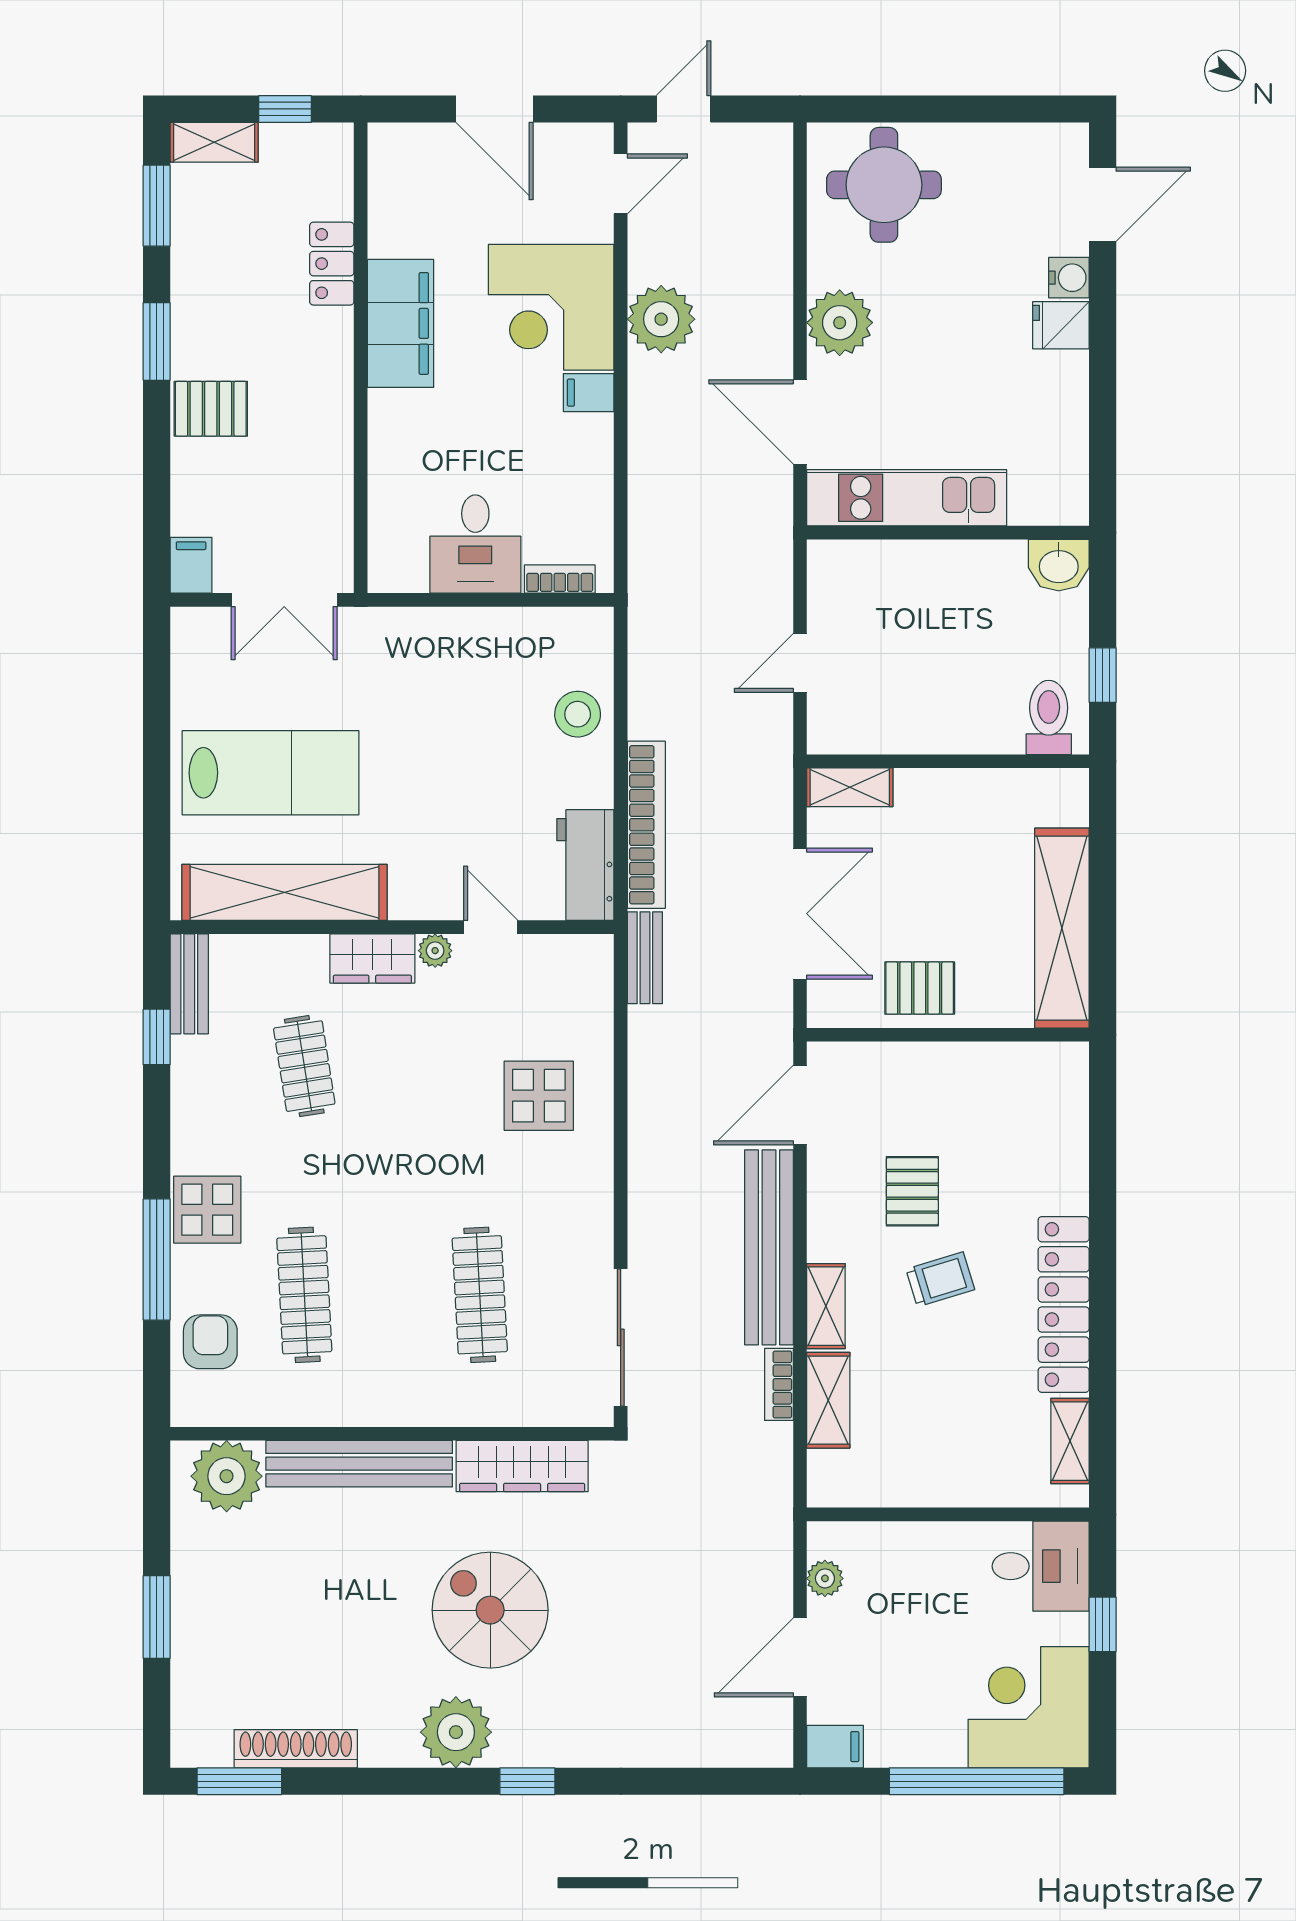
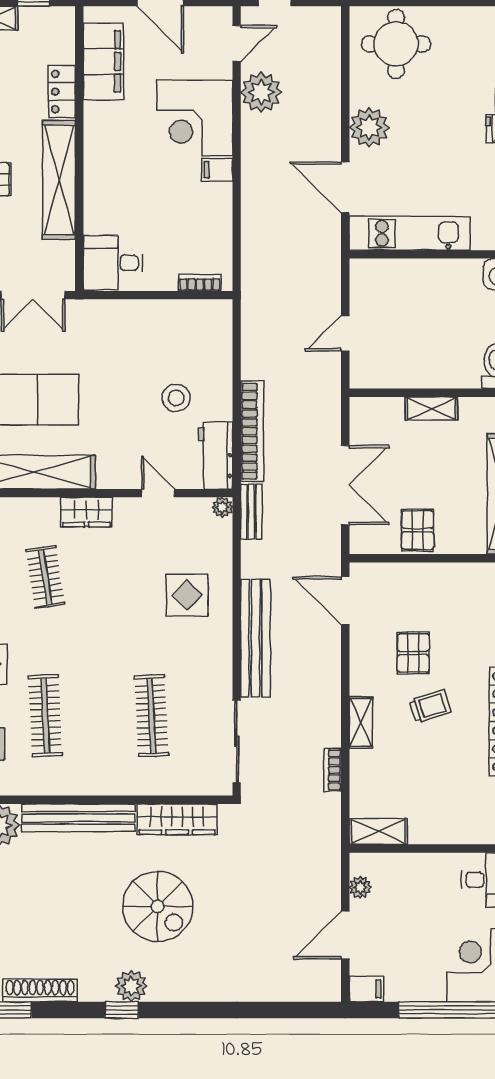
plant: (661, 319) -> (261, 92), moved
filing cabinet: (401, 323) -> (103, 61), moved
shelving: (327, 409) -> (59, 180), added
desk: (475, 544) -> (113, 263), moved, turned 90
stool: (578, 714) -> (176, 398), moved
shelving: (850, 787) -> (431, 409), moved
plant: (435, 951) -> (222, 507), moved
pallet: (920, 988) -> (418, 530), turned 90
door: (800, 1105) -> (345, 601), hinge flipped
bench: (769, 1247) -> (255, 638), moved
shelving: (828, 1400) -> (378, 831), moved, turned 90
spiral stairs: (490, 1610) -> (158, 906), turned 180
plant: (456, 1732) -> (131, 986), width x0.73, depth x0.73
window: (527, 1781) -> (122, 1010), moved

